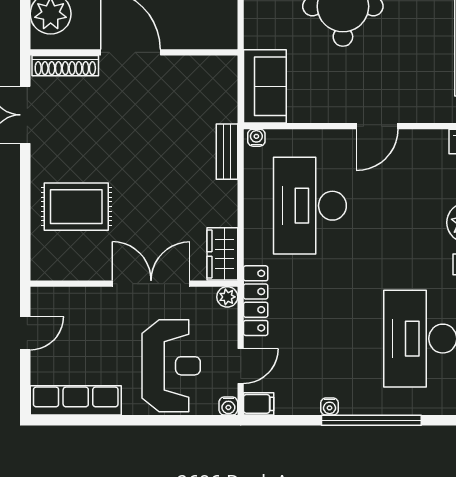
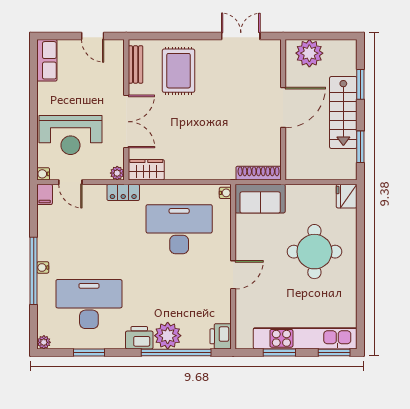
shoe rack: (65, 66) -> (259, 173), moved, turned 90
door: (377, 126) -> (233, 275), swing flipped
bench: (227, 152) -> (136, 64), moved, turned 90
locker: (256, 301) -> (123, 192), width x0.66
row of seats: (76, 400) -> (47, 60), width x0.68
water cooler: (329, 407) -> (43, 267), moved

